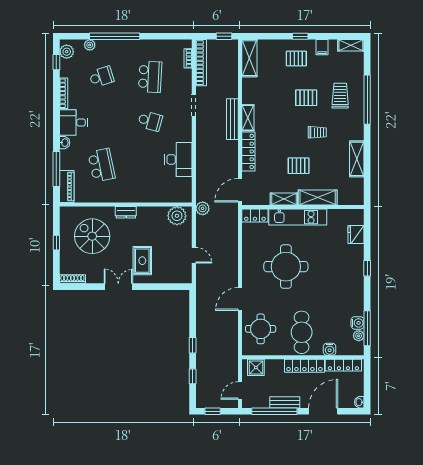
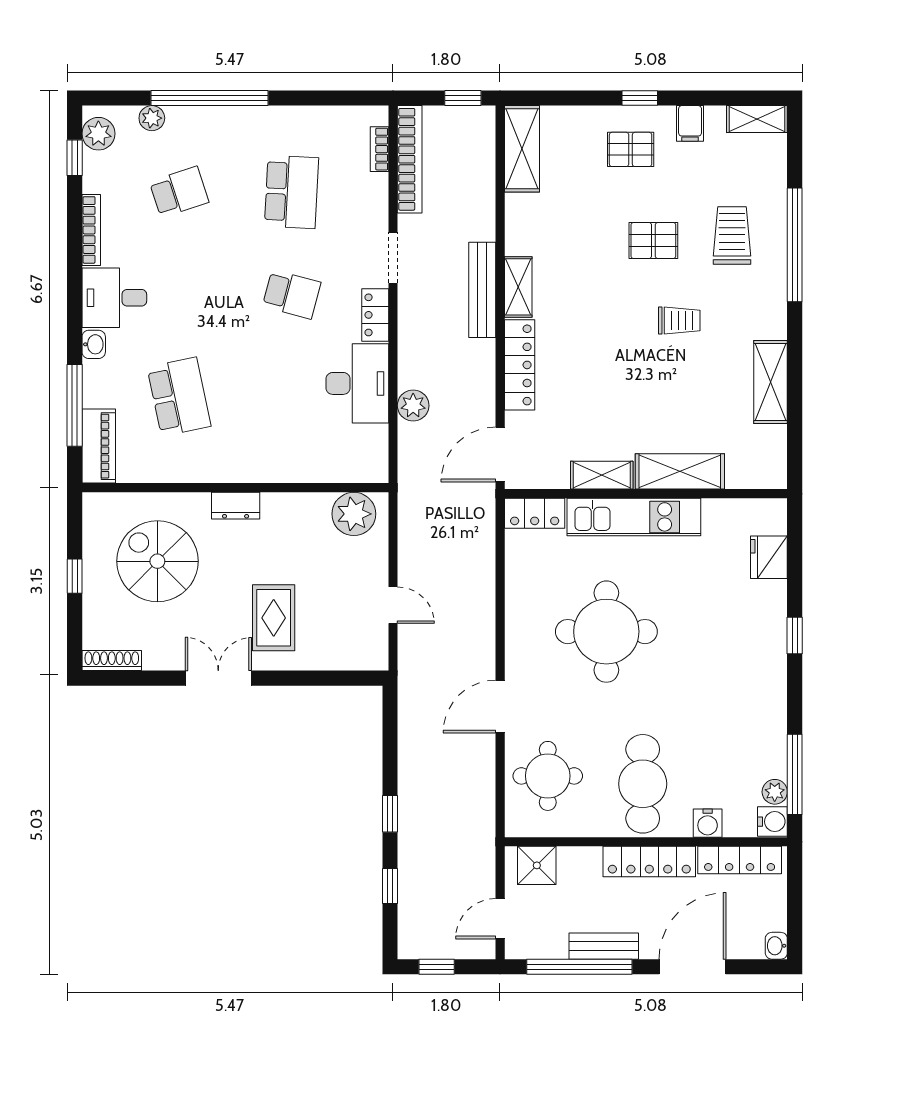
locker: (186, 130) -> (375, 315), added
pallet: (299, 166) -> (636, 398), removed
plant: (203, 208) -> (413, 406), moved
water cooler: (358, 323) -> (772, 822), moved

